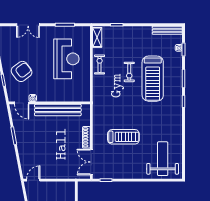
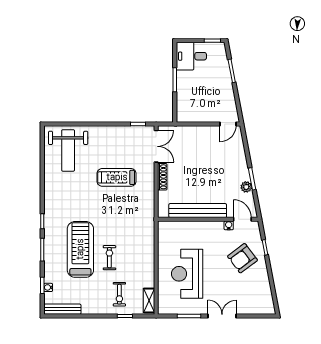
double door: (28, 25) -> (222, 316), moved
exercise bike: (100, 64) -> (119, 294), moved
plant: (18, 129) -> (246, 187), added

